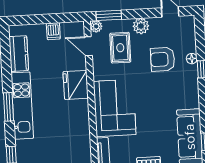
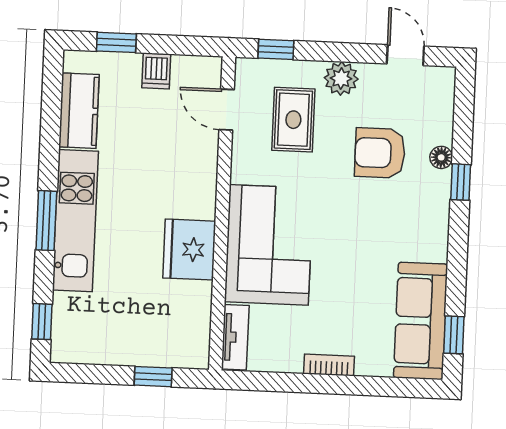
window: (109, 15) -> (276, 49), width x0.67
window: (33, 20) -> (116, 42), added
plant: (96, 26) -> (247, 70), removed
fridge: (76, 85) -> (189, 250), moved

